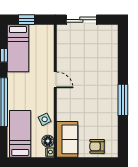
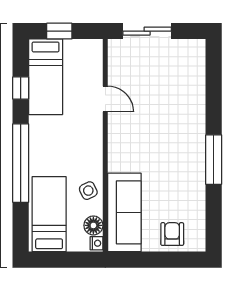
door: (55, 80) -> (105, 99), moved
sofa: (67, 139) -> (124, 212), width x1.36
armchair: (97, 146) -> (172, 234), turned 90

